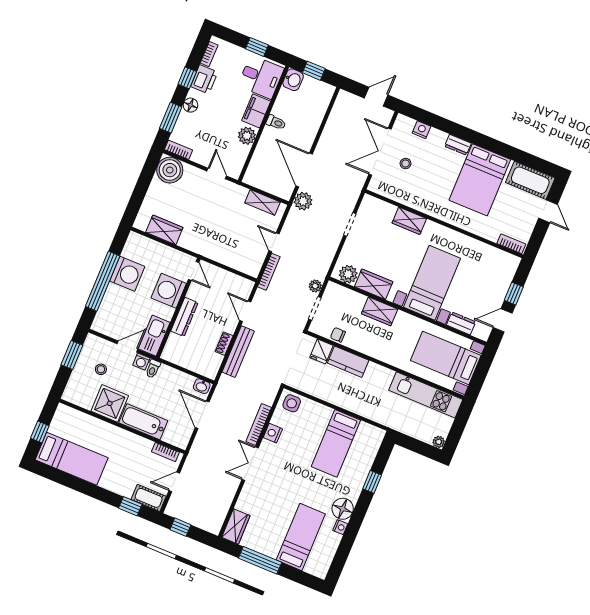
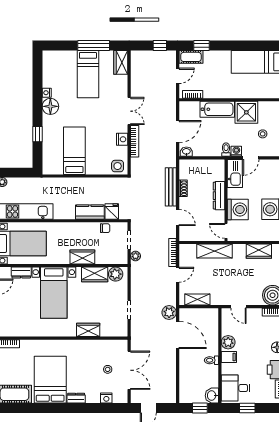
filing cabinet: (256, 111) -> (229, 357), width x0.50
door: (274, 242) -> (178, 275), hinge flipped
shelving: (218, 252) -> (214, 251), added
door: (202, 415) -> (178, 132), hinge flipped
bed: (301, 537) -> (88, 74), moved

